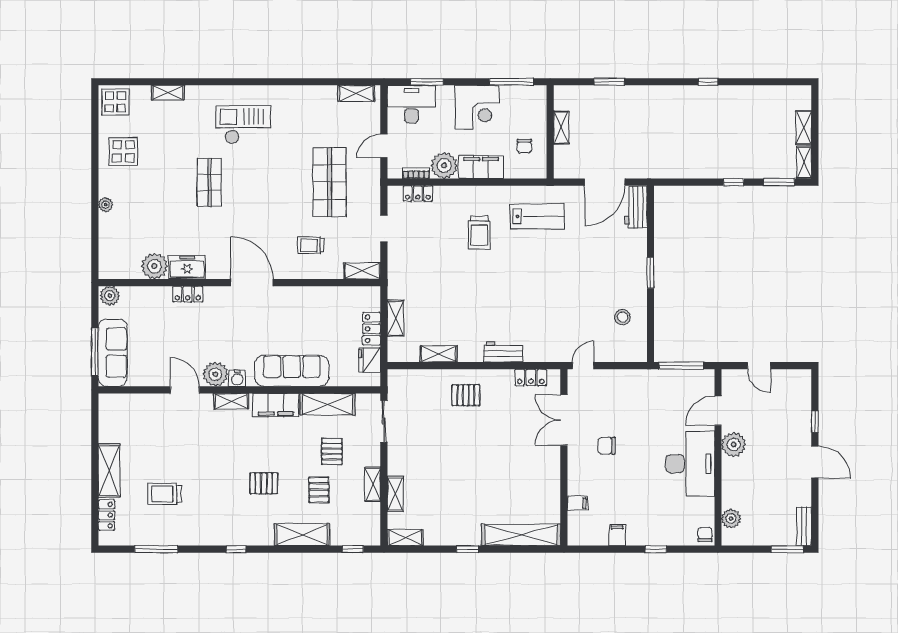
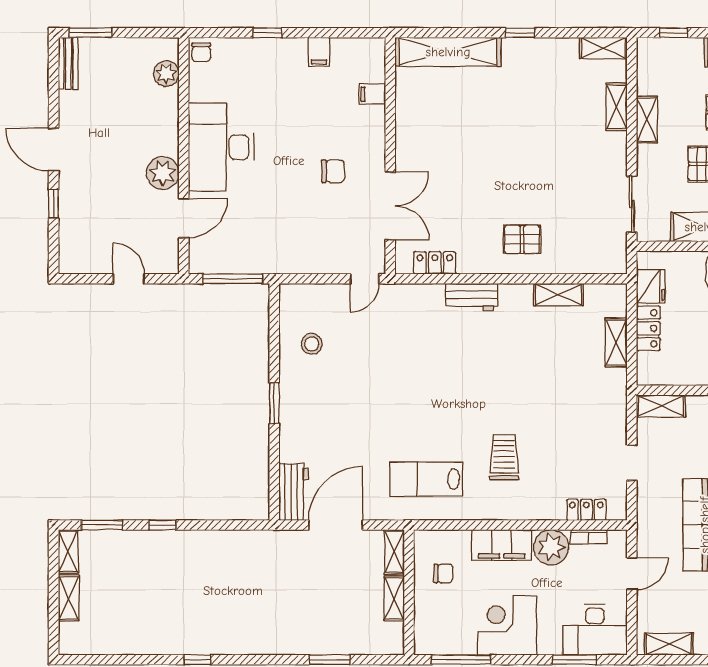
chair: (524, 146) -> (443, 573), turned 90
shelving: (561, 162) -> (394, 552), added

